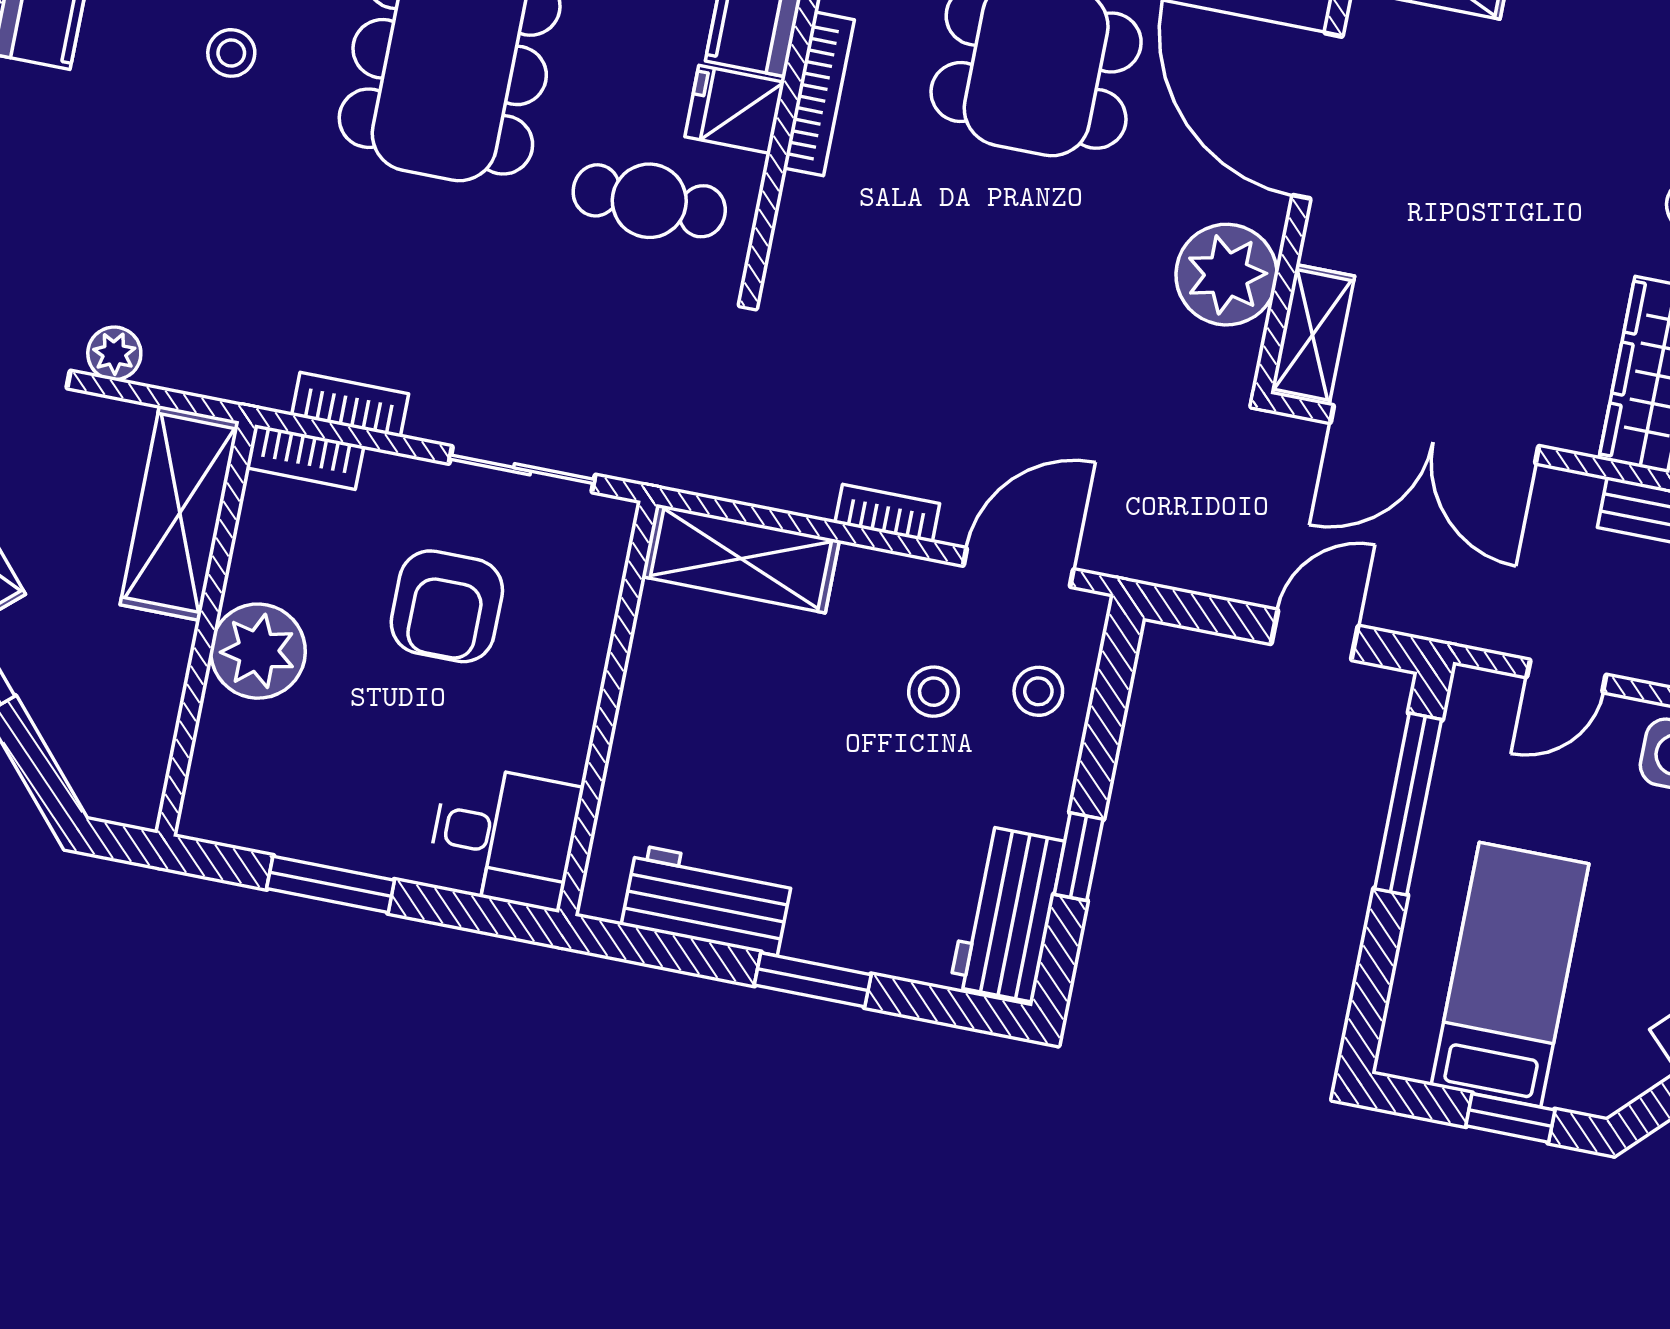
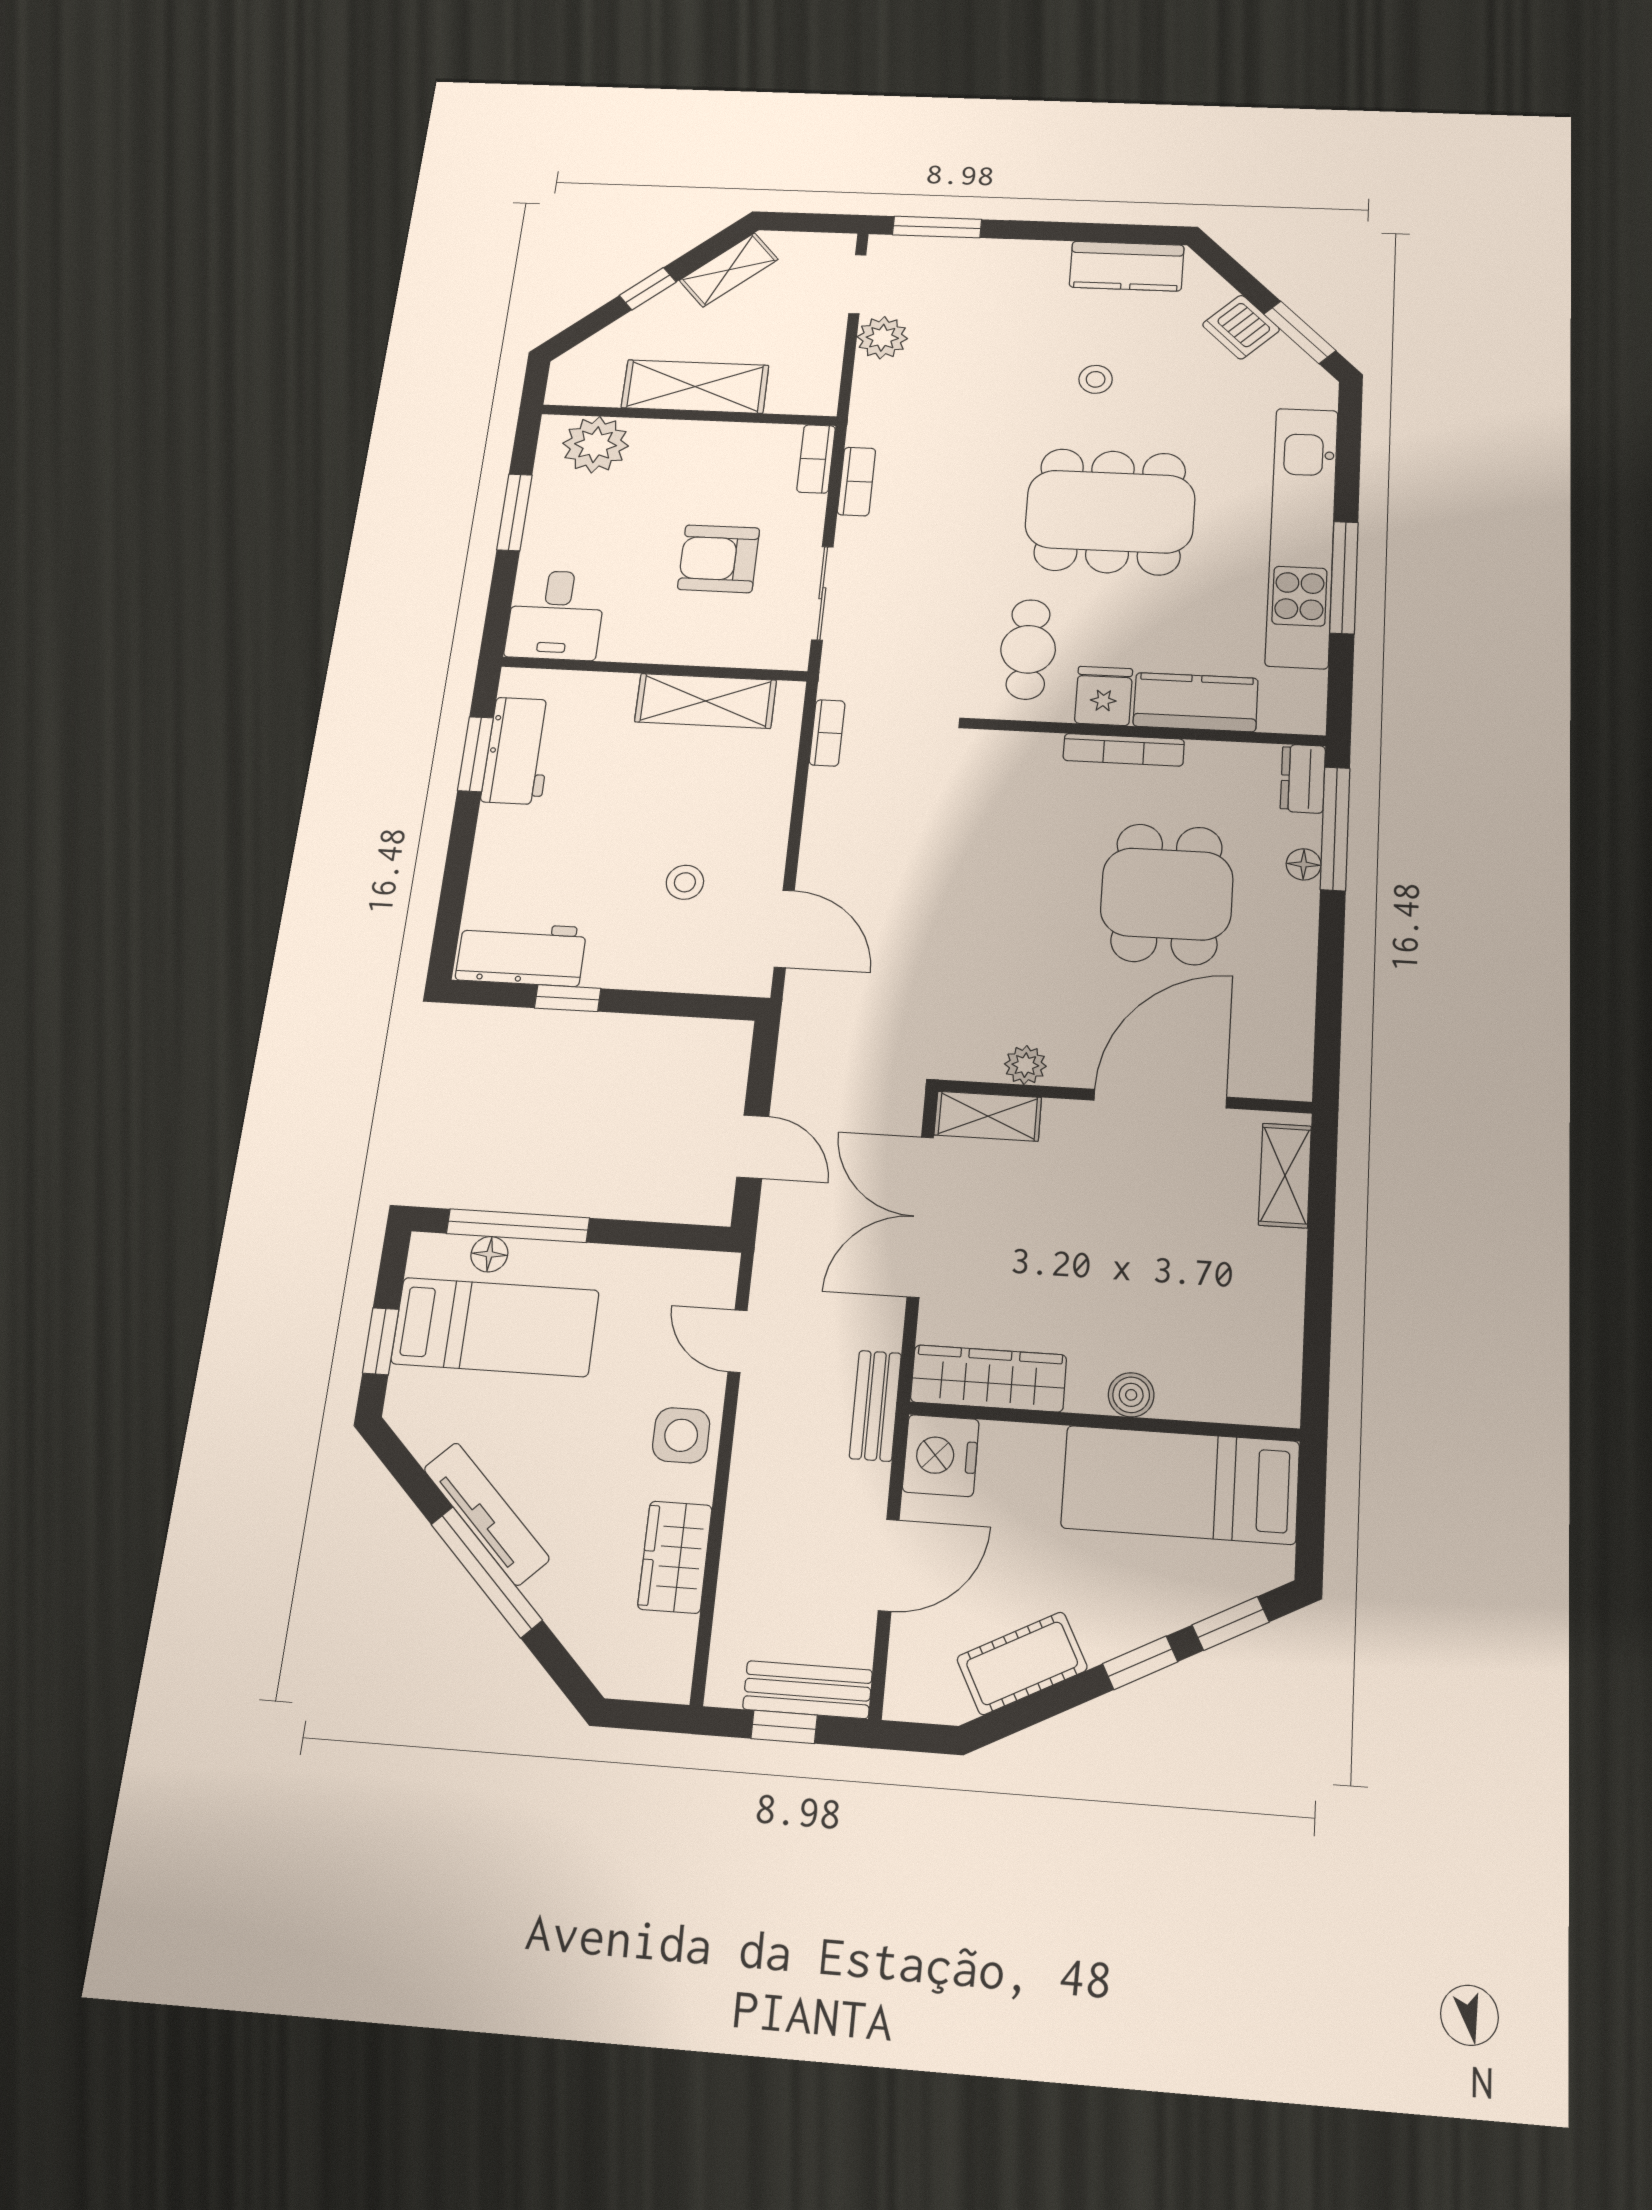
plant: (1227, 275) -> (1025, 1065), width x0.53, depth x0.53
plant: (114, 353) -> (882, 338), width x1.38, depth x1.38
shelving: (180, 513) -> (695, 387), moved
bookcase: (887, 513) -> (827, 733), moved
shelving: (741, 559) -> (706, 701), moved, turned 90
plant: (258, 651) -> (596, 445), moved
stool: (1038, 691) -> (691, 954), removed
window: (1408, 804) -> (518, 1226), moved
floor lamp: (1414, 977) -> (489, 1254), added
window: (813, 980) -> (475, 754), moved

